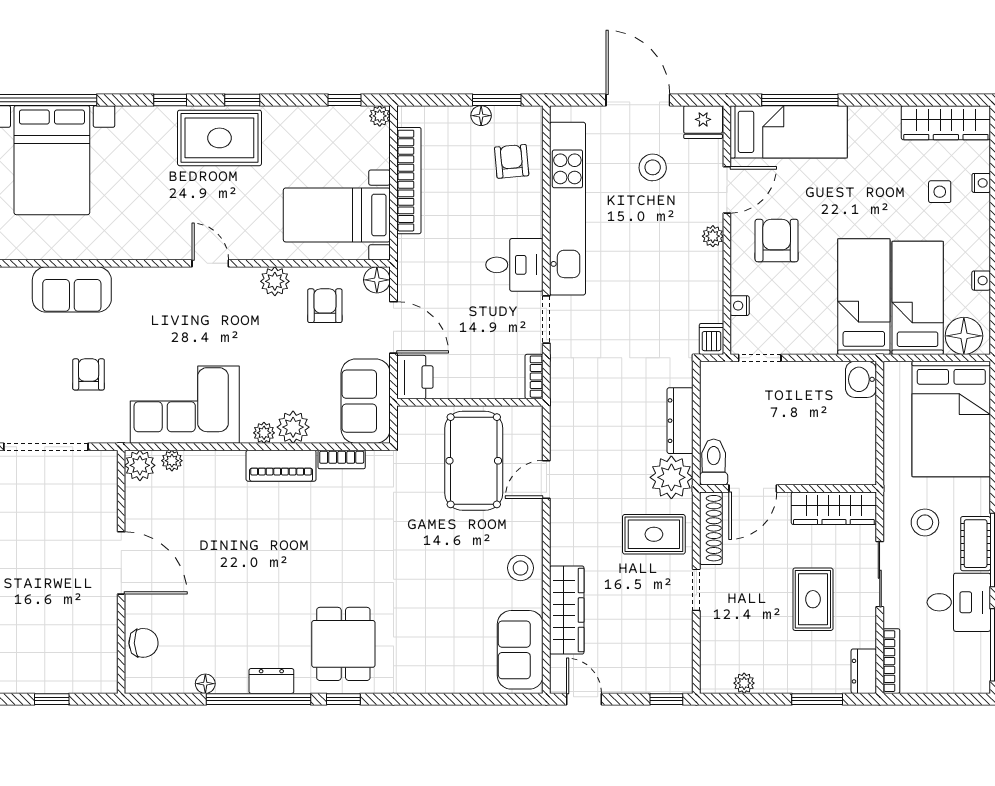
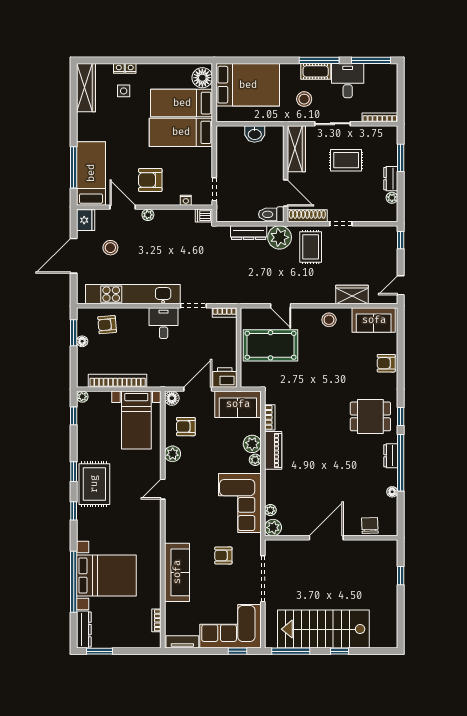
nightstand: (981, 281) -> (131, 68), moved
sofa: (72, 289) -> (177, 572), width x1.36
washbasin: (861, 379) -> (255, 134), moved
wardrobe: (567, 610) -> (352, 295), width x0.67
dresser: (864, 671) -> (391, 179), moved, turned 90
armchair: (441, 673) -> (386, 363), added

